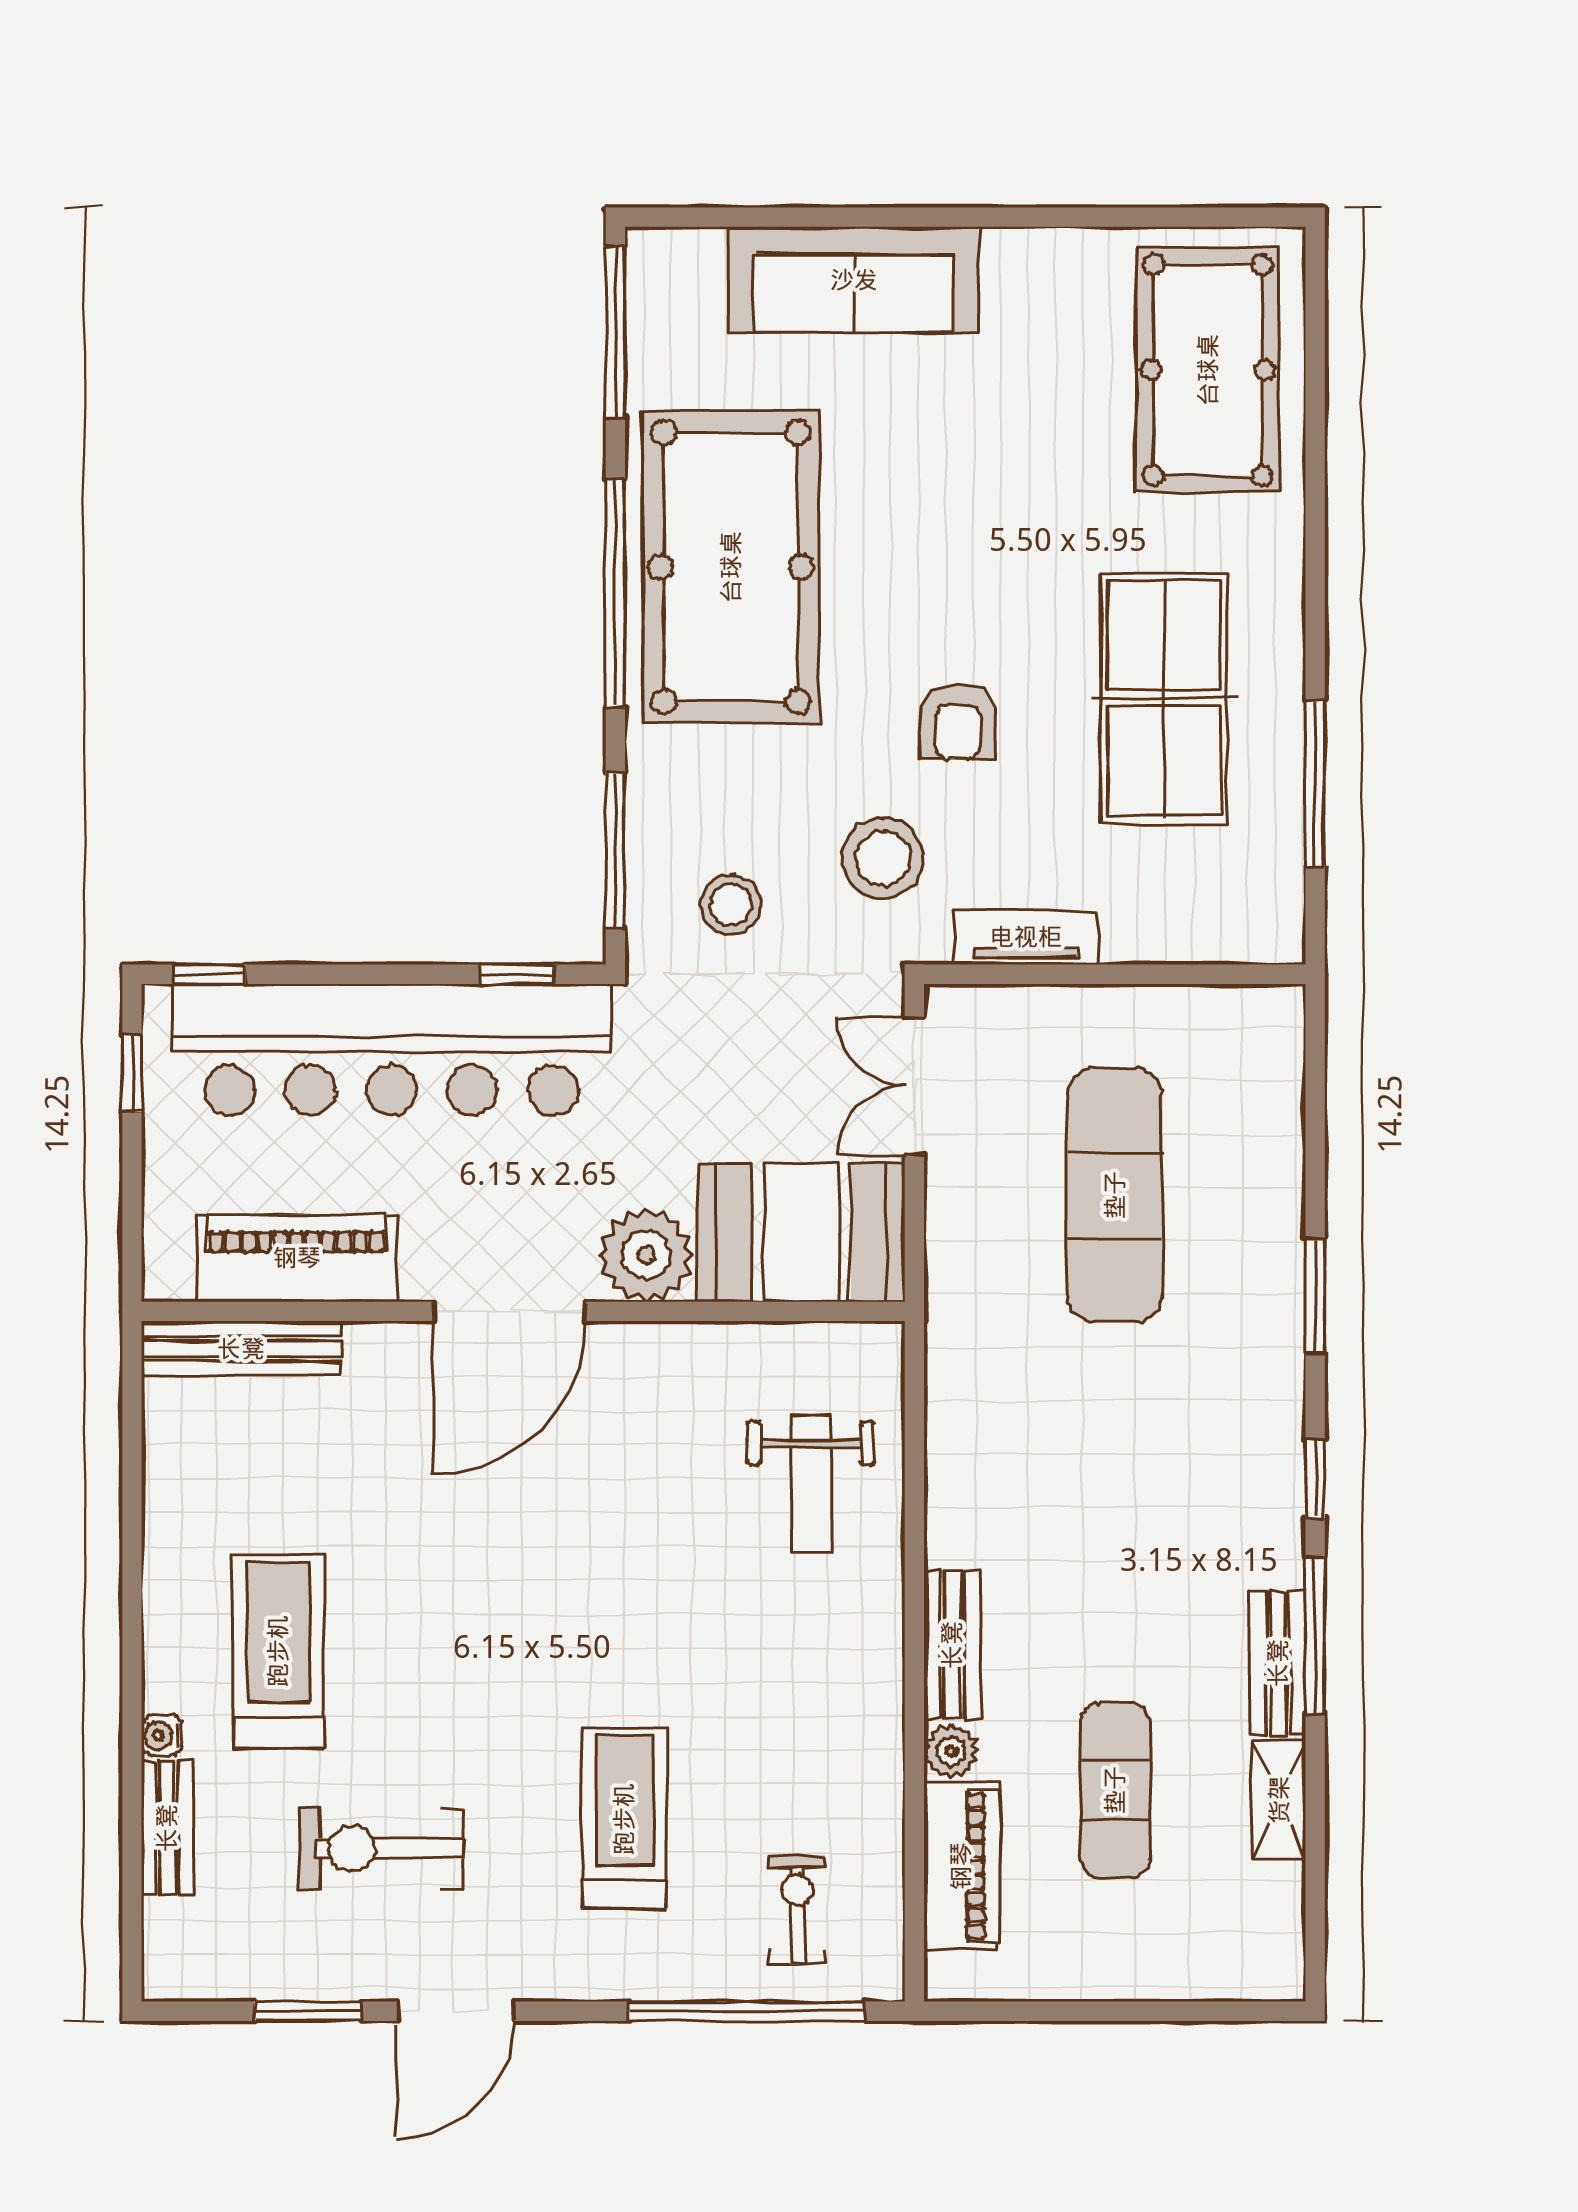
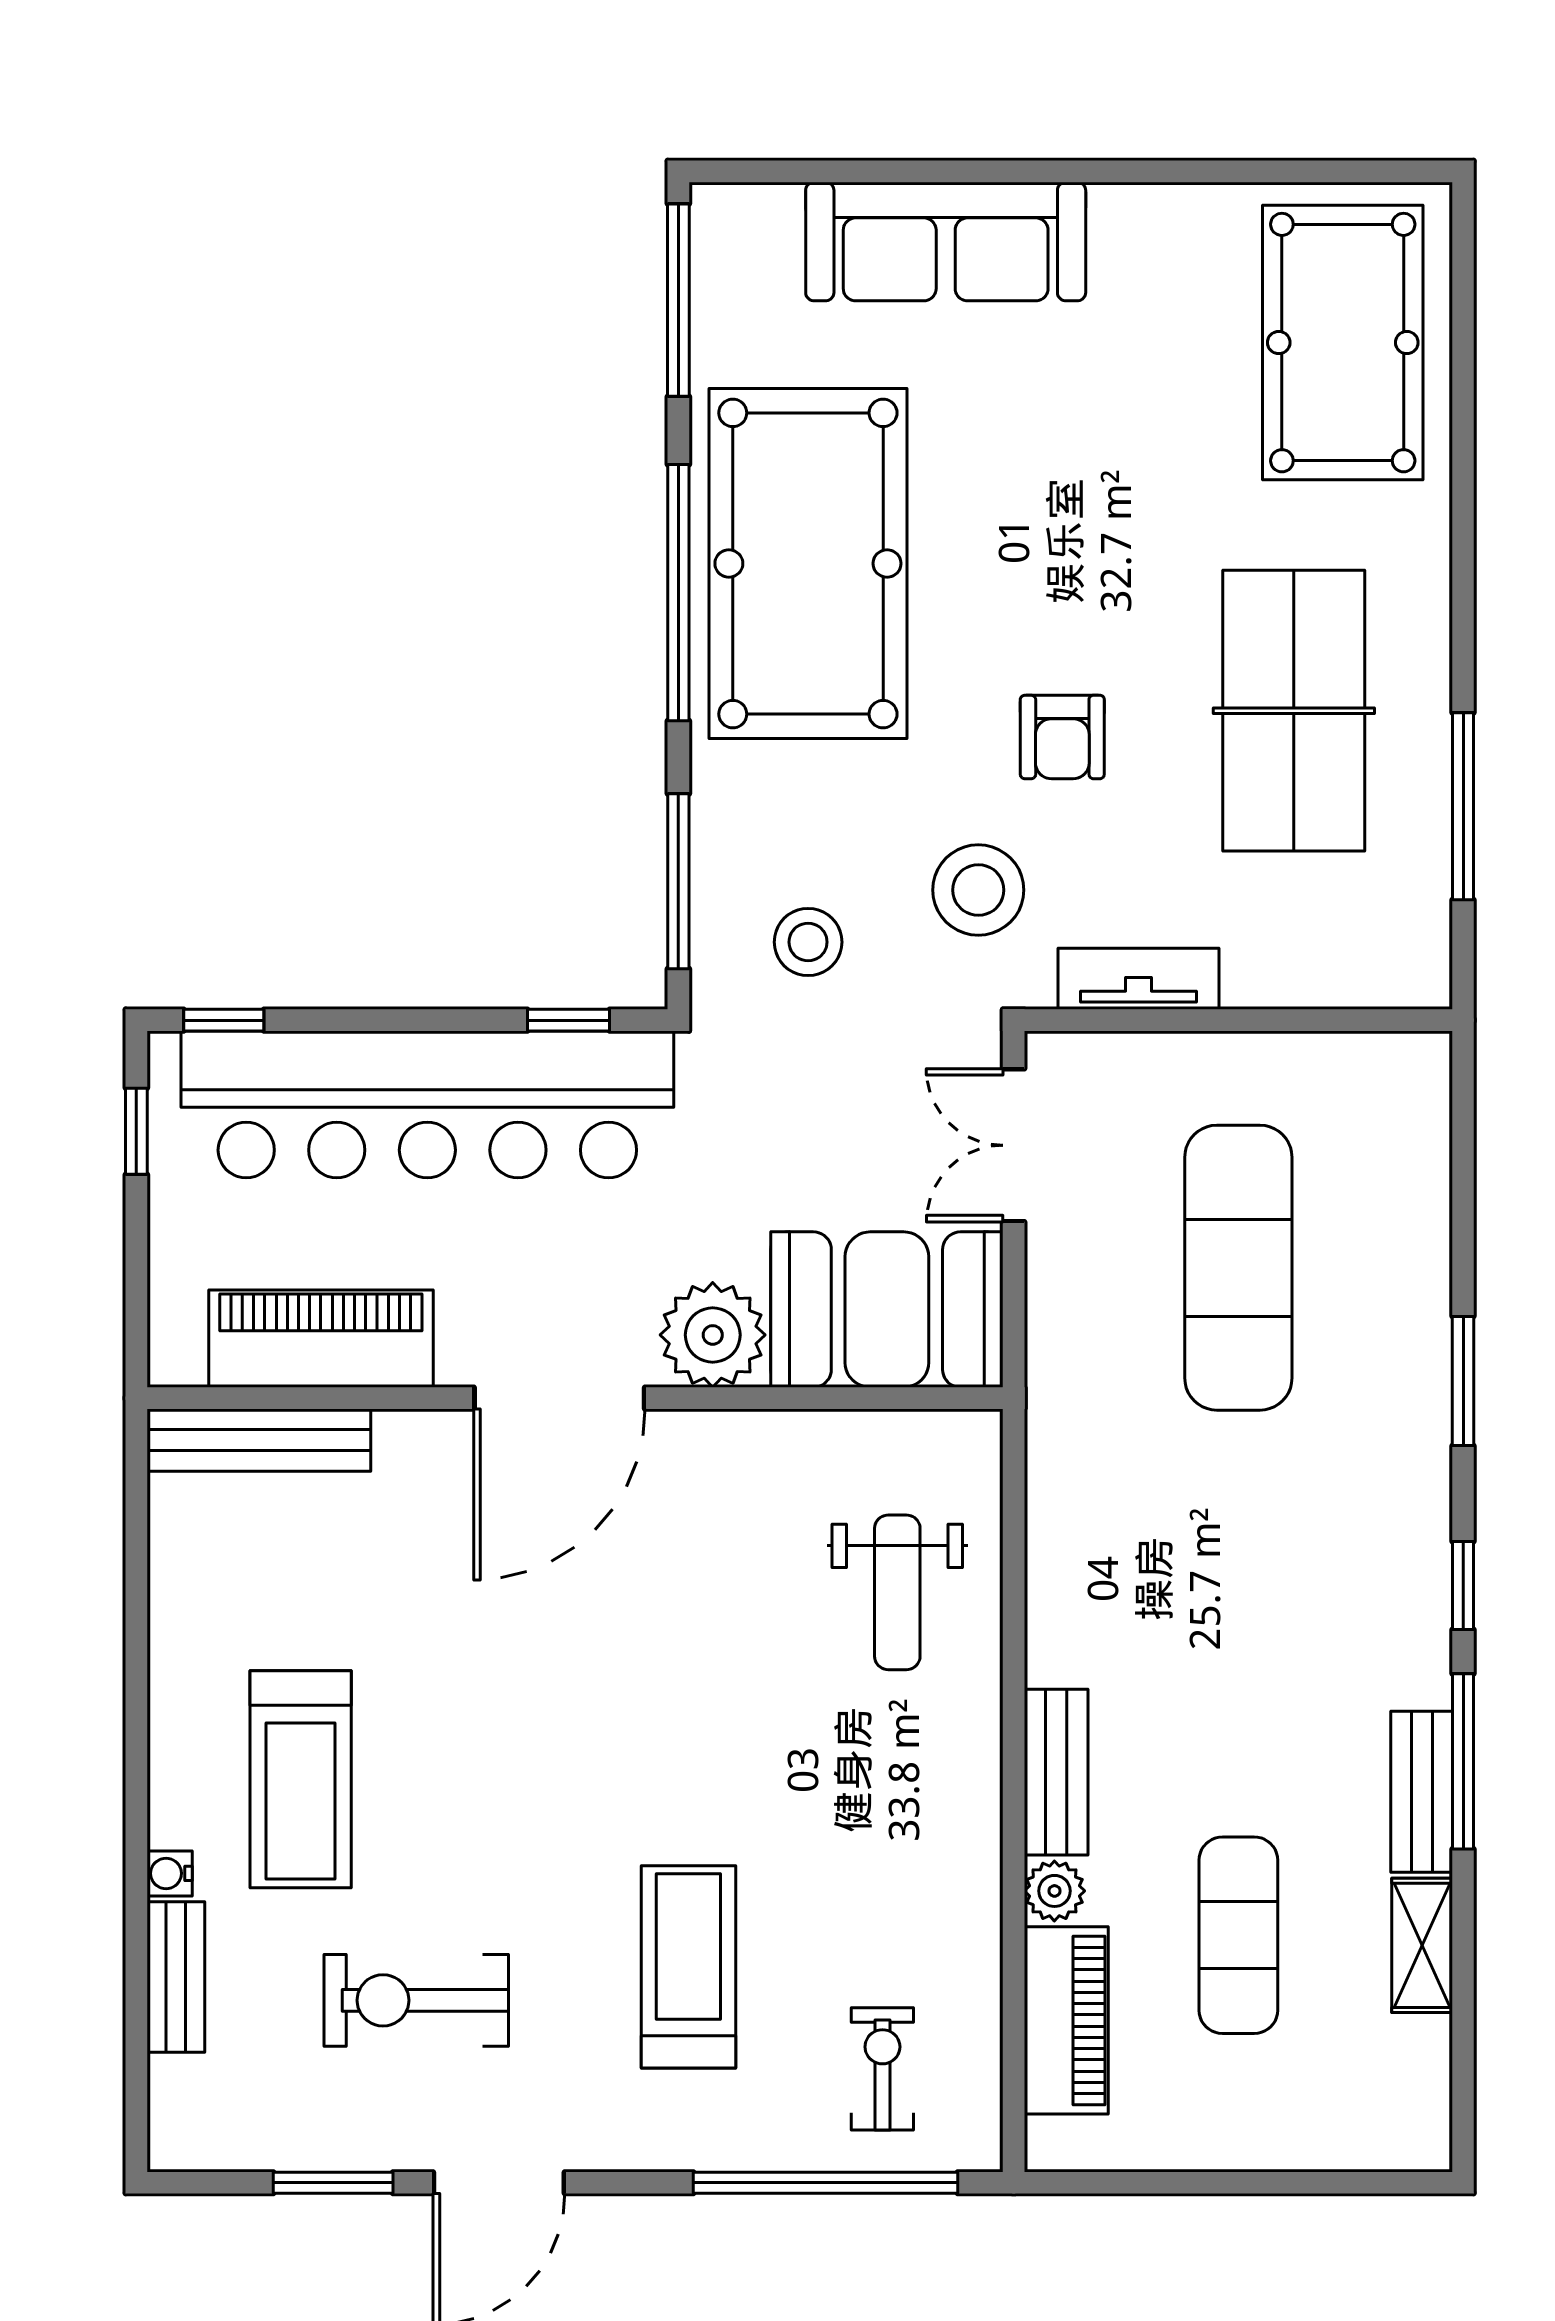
treadmill: (278, 1651) -> (301, 1779), turned 180

